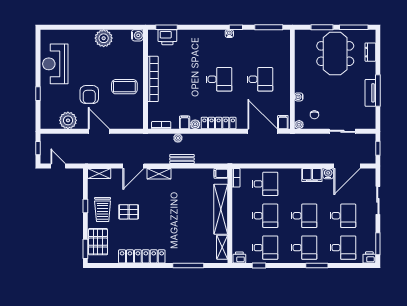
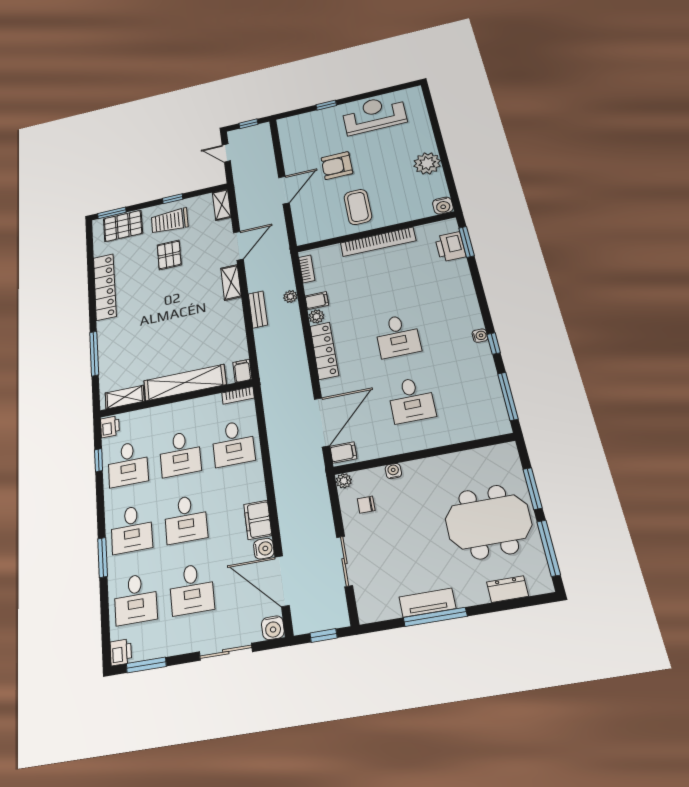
plant: (68, 120) -> (294, 149), removed
door: (58, 166) -> (226, 153), swing flipped
door: (133, 166) -> (238, 246), swing flipped
water cooler: (370, 174) -> (273, 628), added

